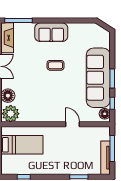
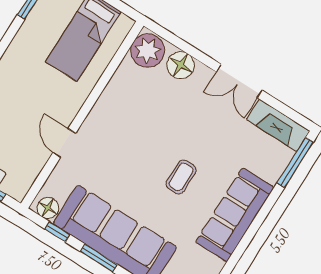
sofa: (51, 32) -> (235, 215), width x1.36
door: (72, 124) -> (64, 143), swing flipped

